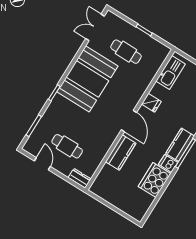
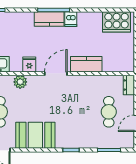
booth: (87, 79) -> (35, 135), width x0.73, depth x0.70
plant: (141, 86) -> (20, 82), added
cooker: (155, 180) -> (117, 22), moved

